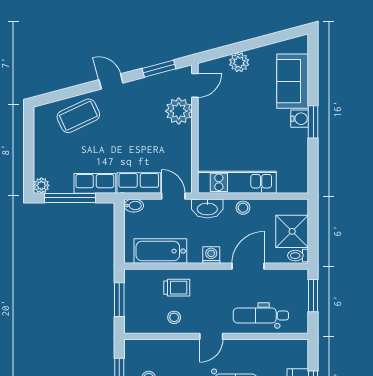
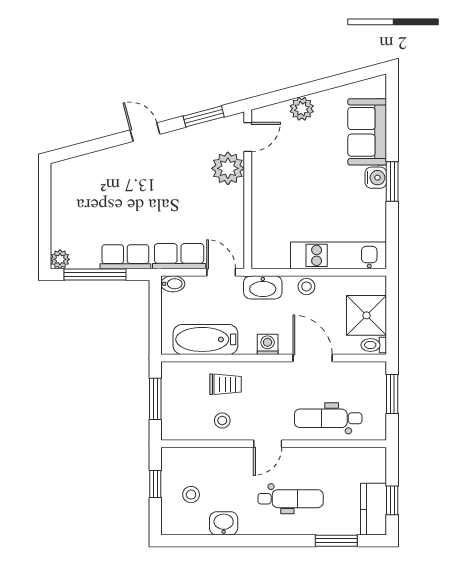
coffee table: (78, 116) -> (105, 174), removed
kitchen unit: (237, 182) -> (339, 255), moved
door: (248, 266) -> (313, 358), hinge flipped

